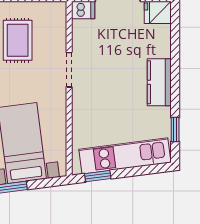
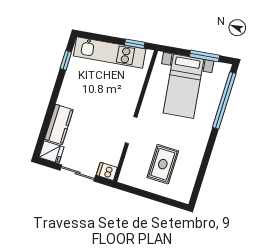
kitchen counter: (159, 82) -> (59, 125), moved

